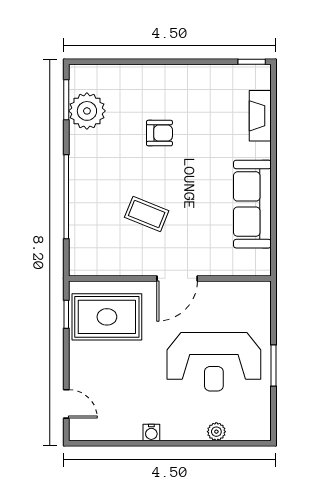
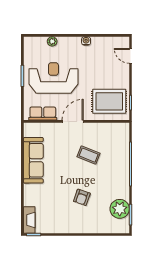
fireplace: (260, 116) -> (29, 220), moved
armchair: (159, 133) -> (82, 197), turned -71
row of seats: (234, 293) -> (43, 114), added

